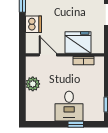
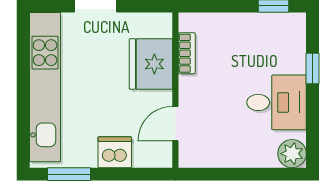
plant: (33, 84) -> (292, 154), moved
desk: (69, 106) -> (277, 102), moved

